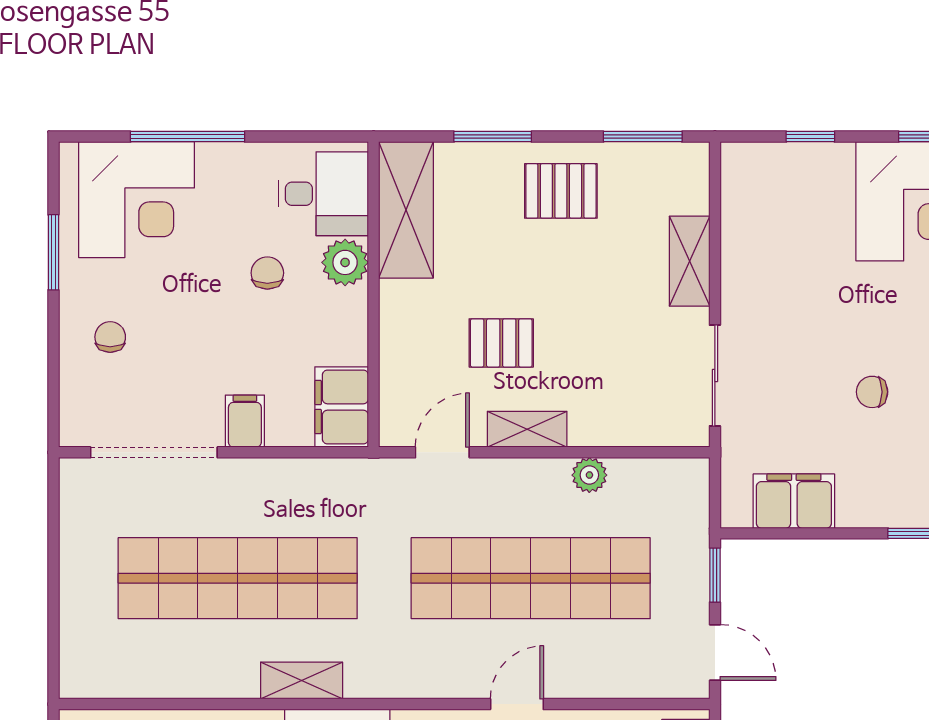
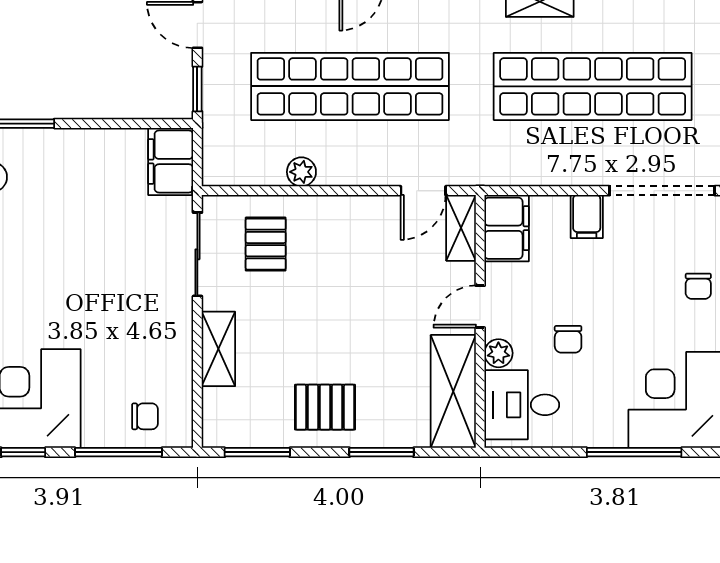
window: (810, 137) -> (118, 452), width x2.17
plant: (345, 262) -> (498, 353), width x0.73, depth x0.73
door: (374, 312) -> (480, 307), added
pallet: (501, 343) -> (266, 244), moved, turned 90
chair: (872, 392) -> (145, 416), moved
shelving: (527, 429) -> (461, 228), moved, turned 90
filing cabinet: (794, 501) -> (171, 162), moved, turned 90

